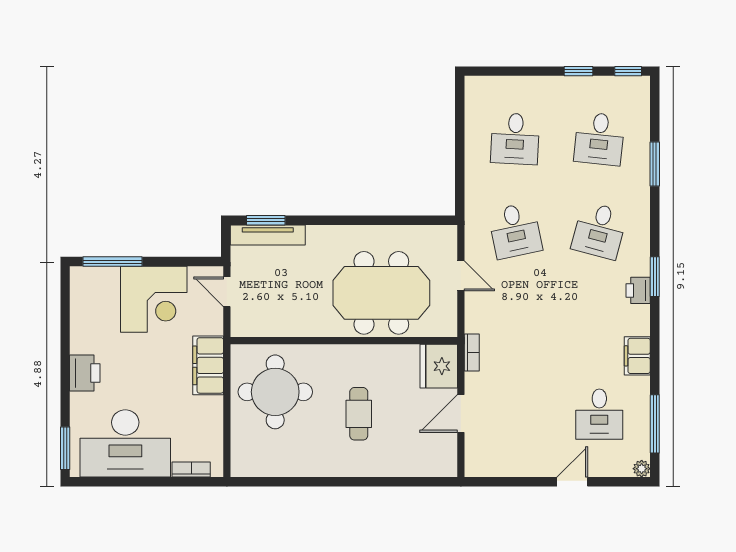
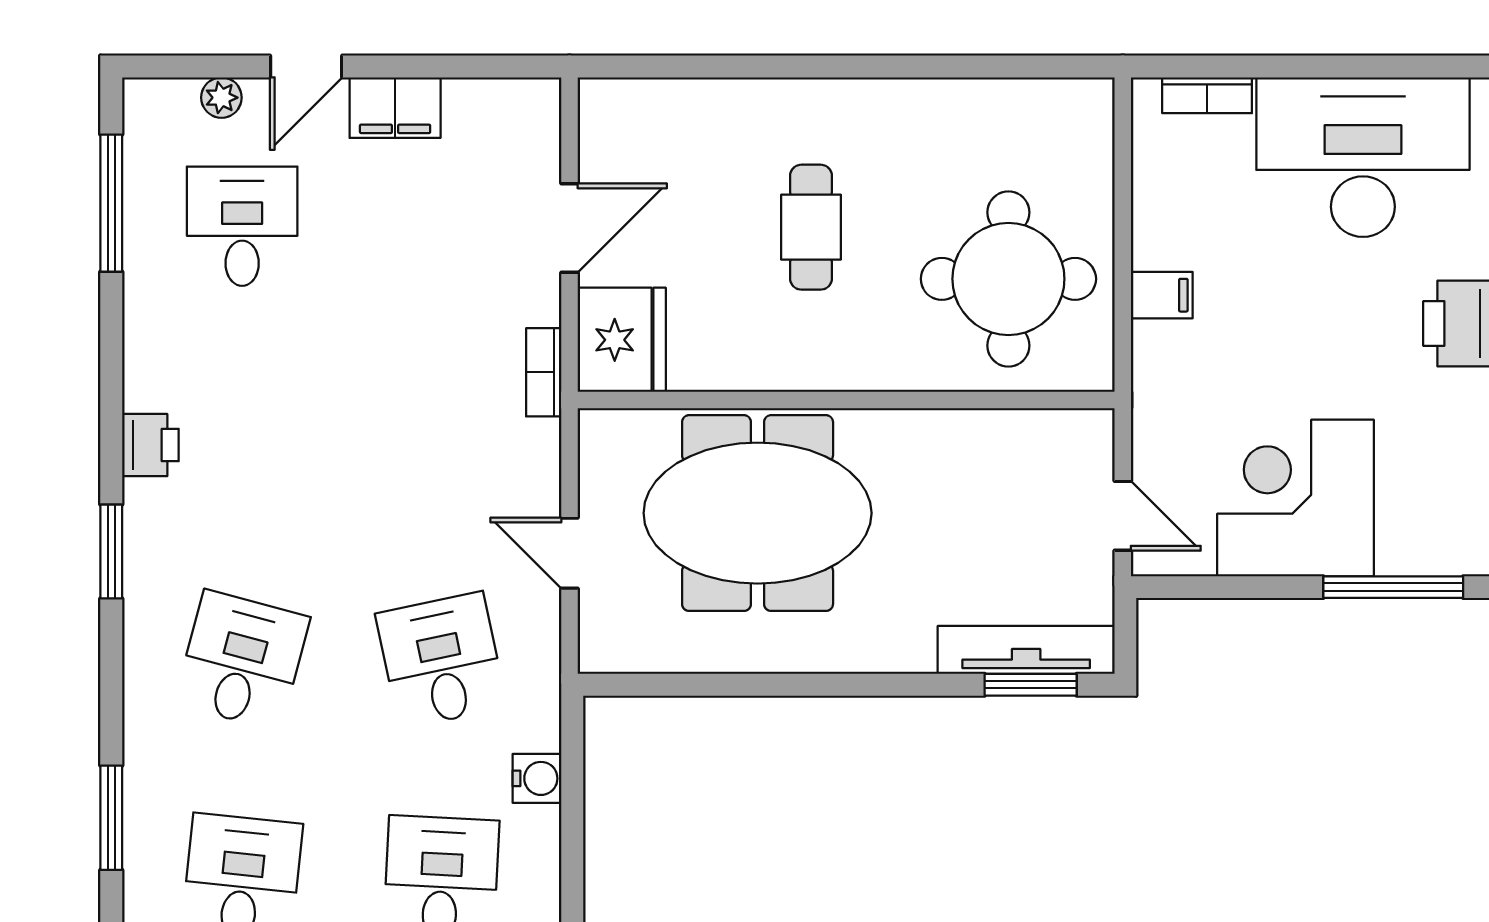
water cooler: (475, 181) -> (537, 778), added
printer: (638, 290) -> (150, 445), moved
filing cabinet: (637, 356) -> (395, 108), moved, turned 90
filing cabinet: (208, 365) -> (1162, 295), width x0.33, depth x0.86
plant: (642, 469) -> (221, 98), moved

